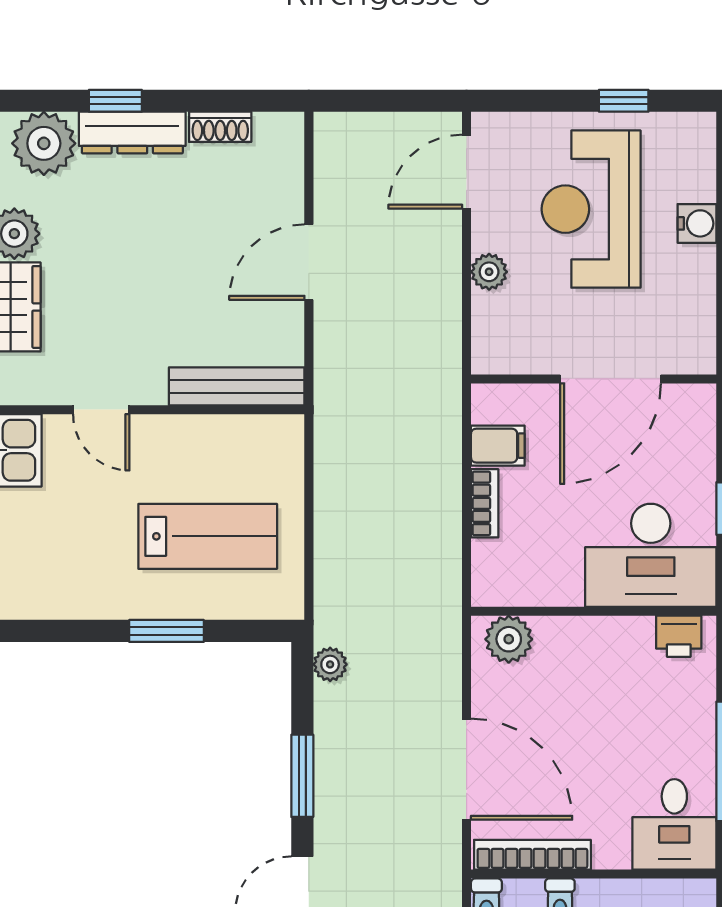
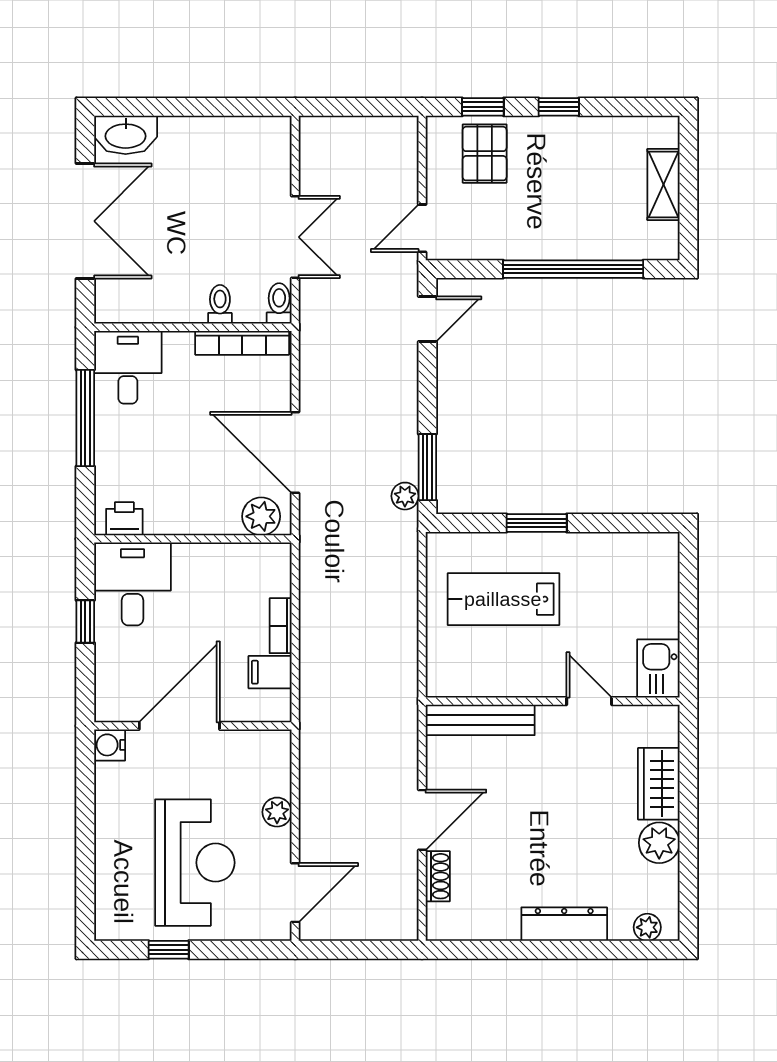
window: (115, 101) -> (578, 950), removed
shoe rack: (220, 127) -> (438, 876), moved, turned 90
plant: (44, 143) -> (647, 927), width x0.53, depth x0.53
water cooler: (697, 223) -> (110, 745), moved
desk: (651, 555) -> (133, 584), width x0.73
door: (467, 769) -> (295, 453), moved
window: (302, 776) -> (427, 467), moved

